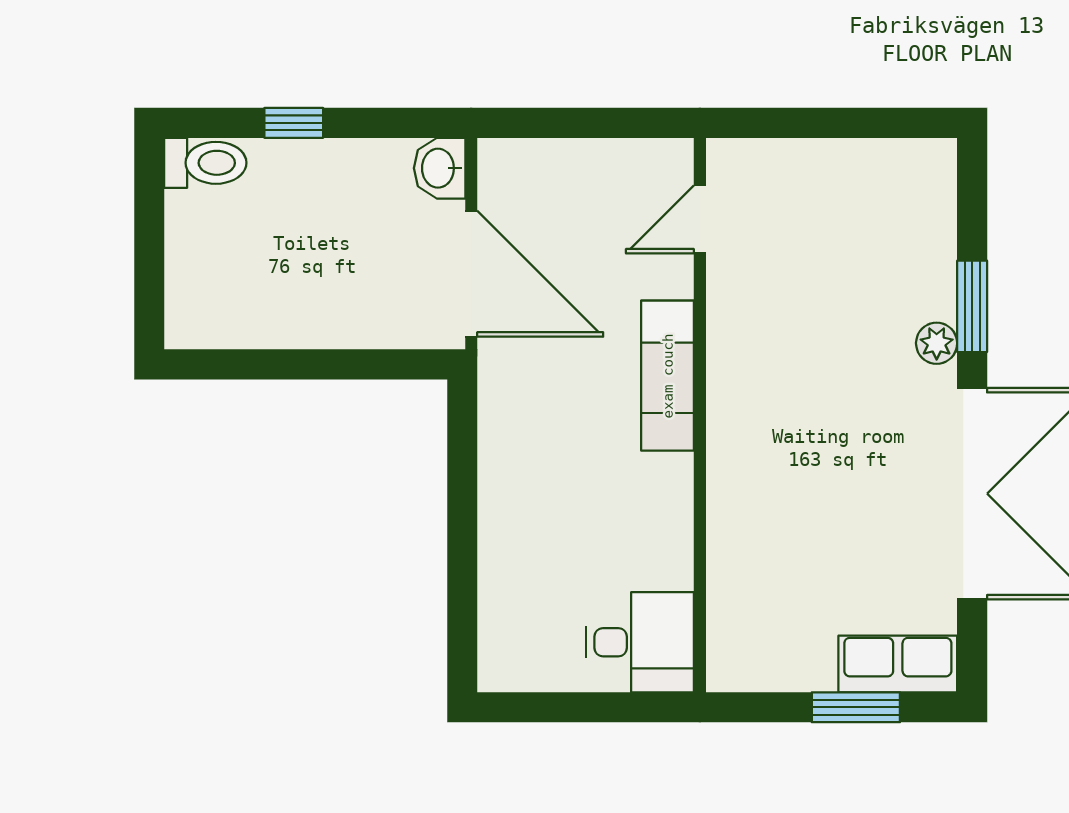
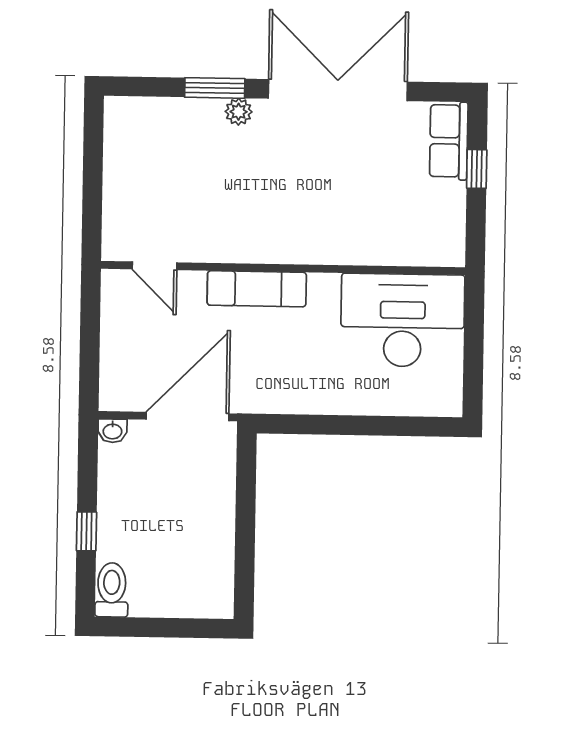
washbasin: (440, 168) -> (112, 431), width x0.72, depth x0.69
desk: (640, 642) -> (403, 320), width x1.87, depth x1.30
window: (856, 707) -> (477, 169), width x0.67

